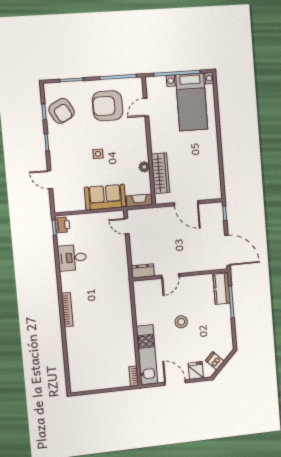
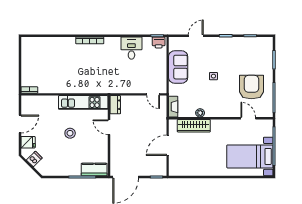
armchair: (62, 111) -> (250, 50), removed
sofa: (105, 197) -> (178, 67), moved
door: (127, 226) -> (153, 94), swing flipped
kitchen unit: (147, 355) -> (83, 102), moved

